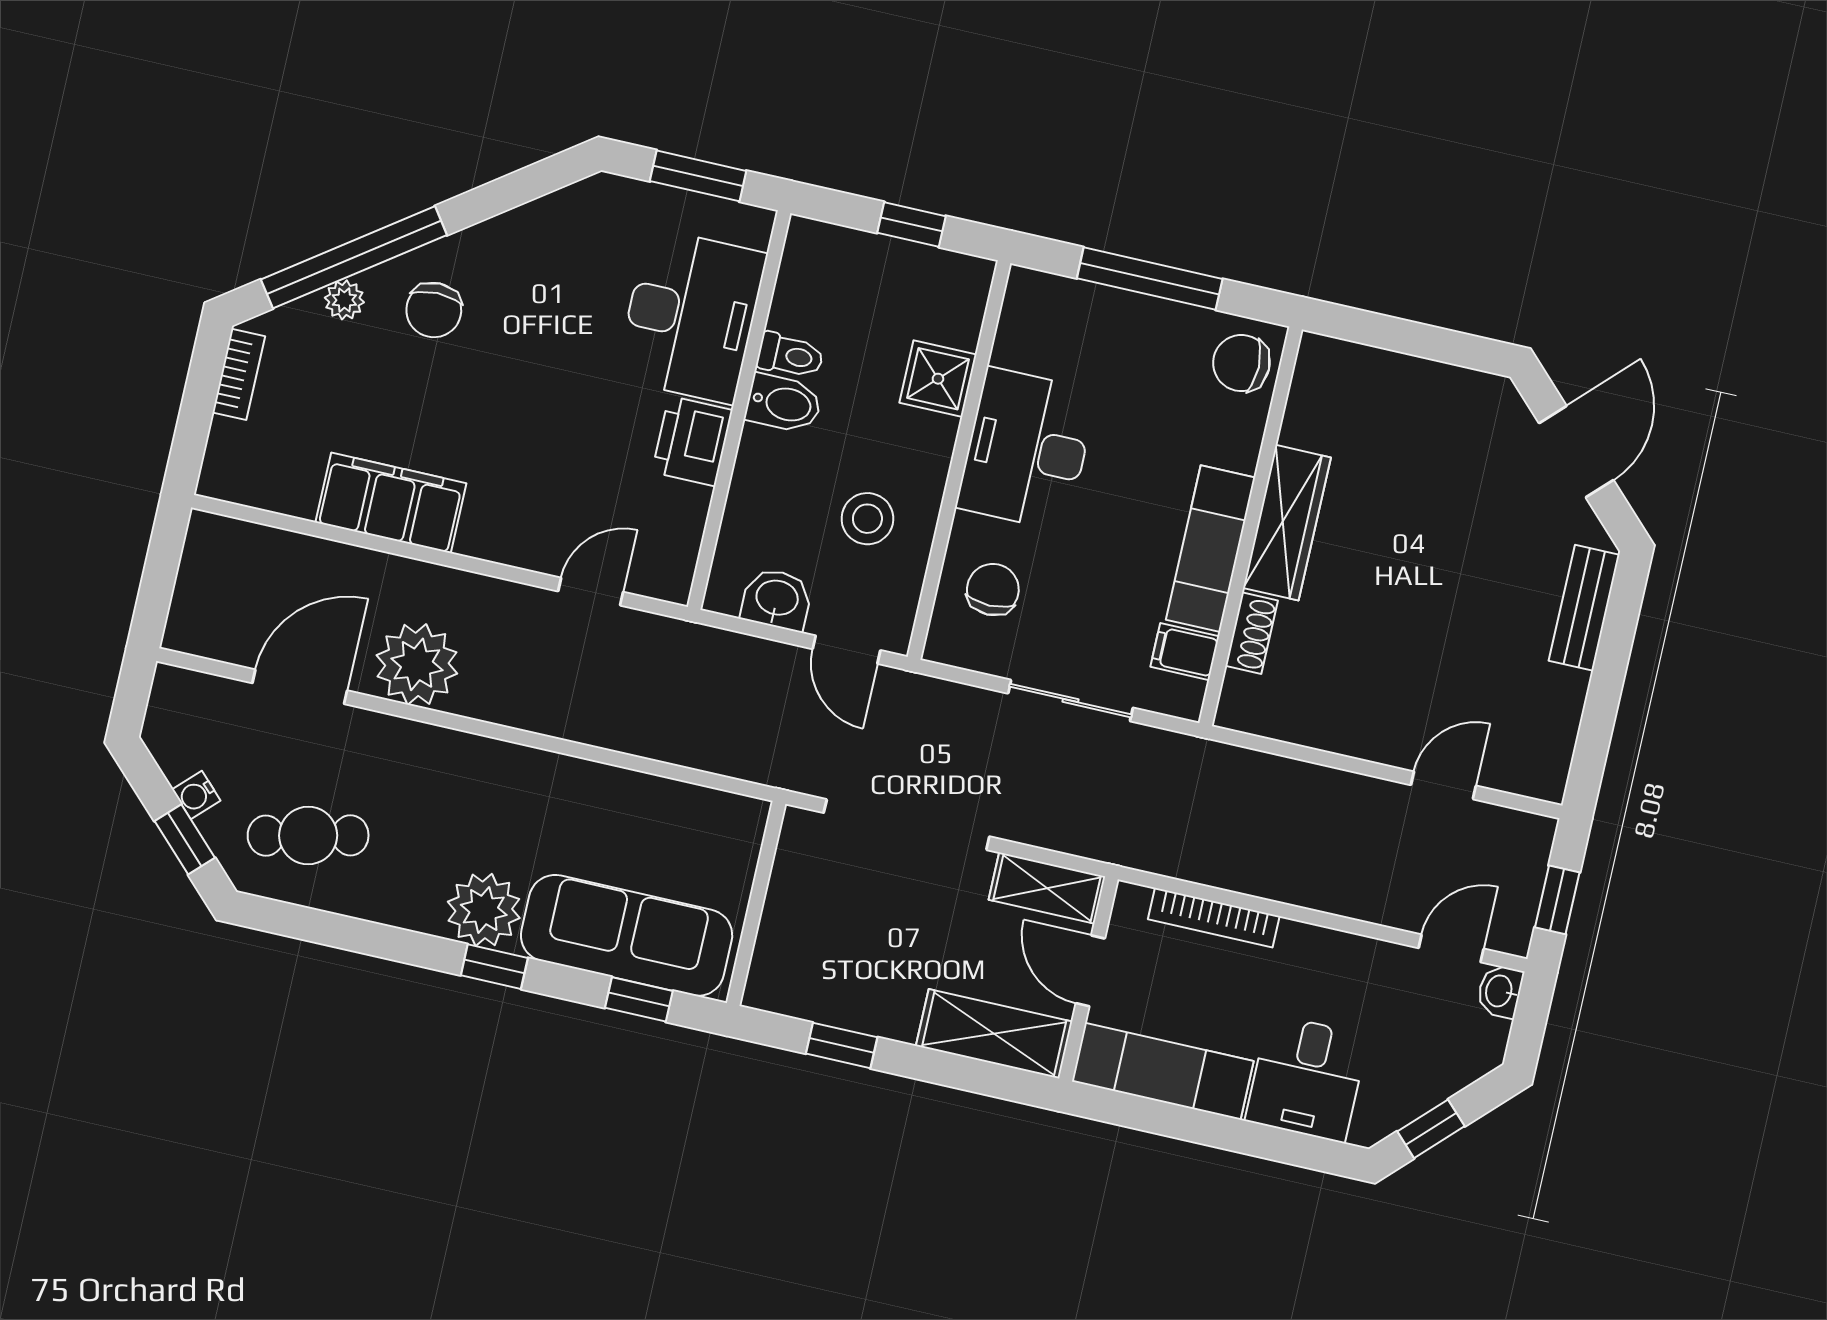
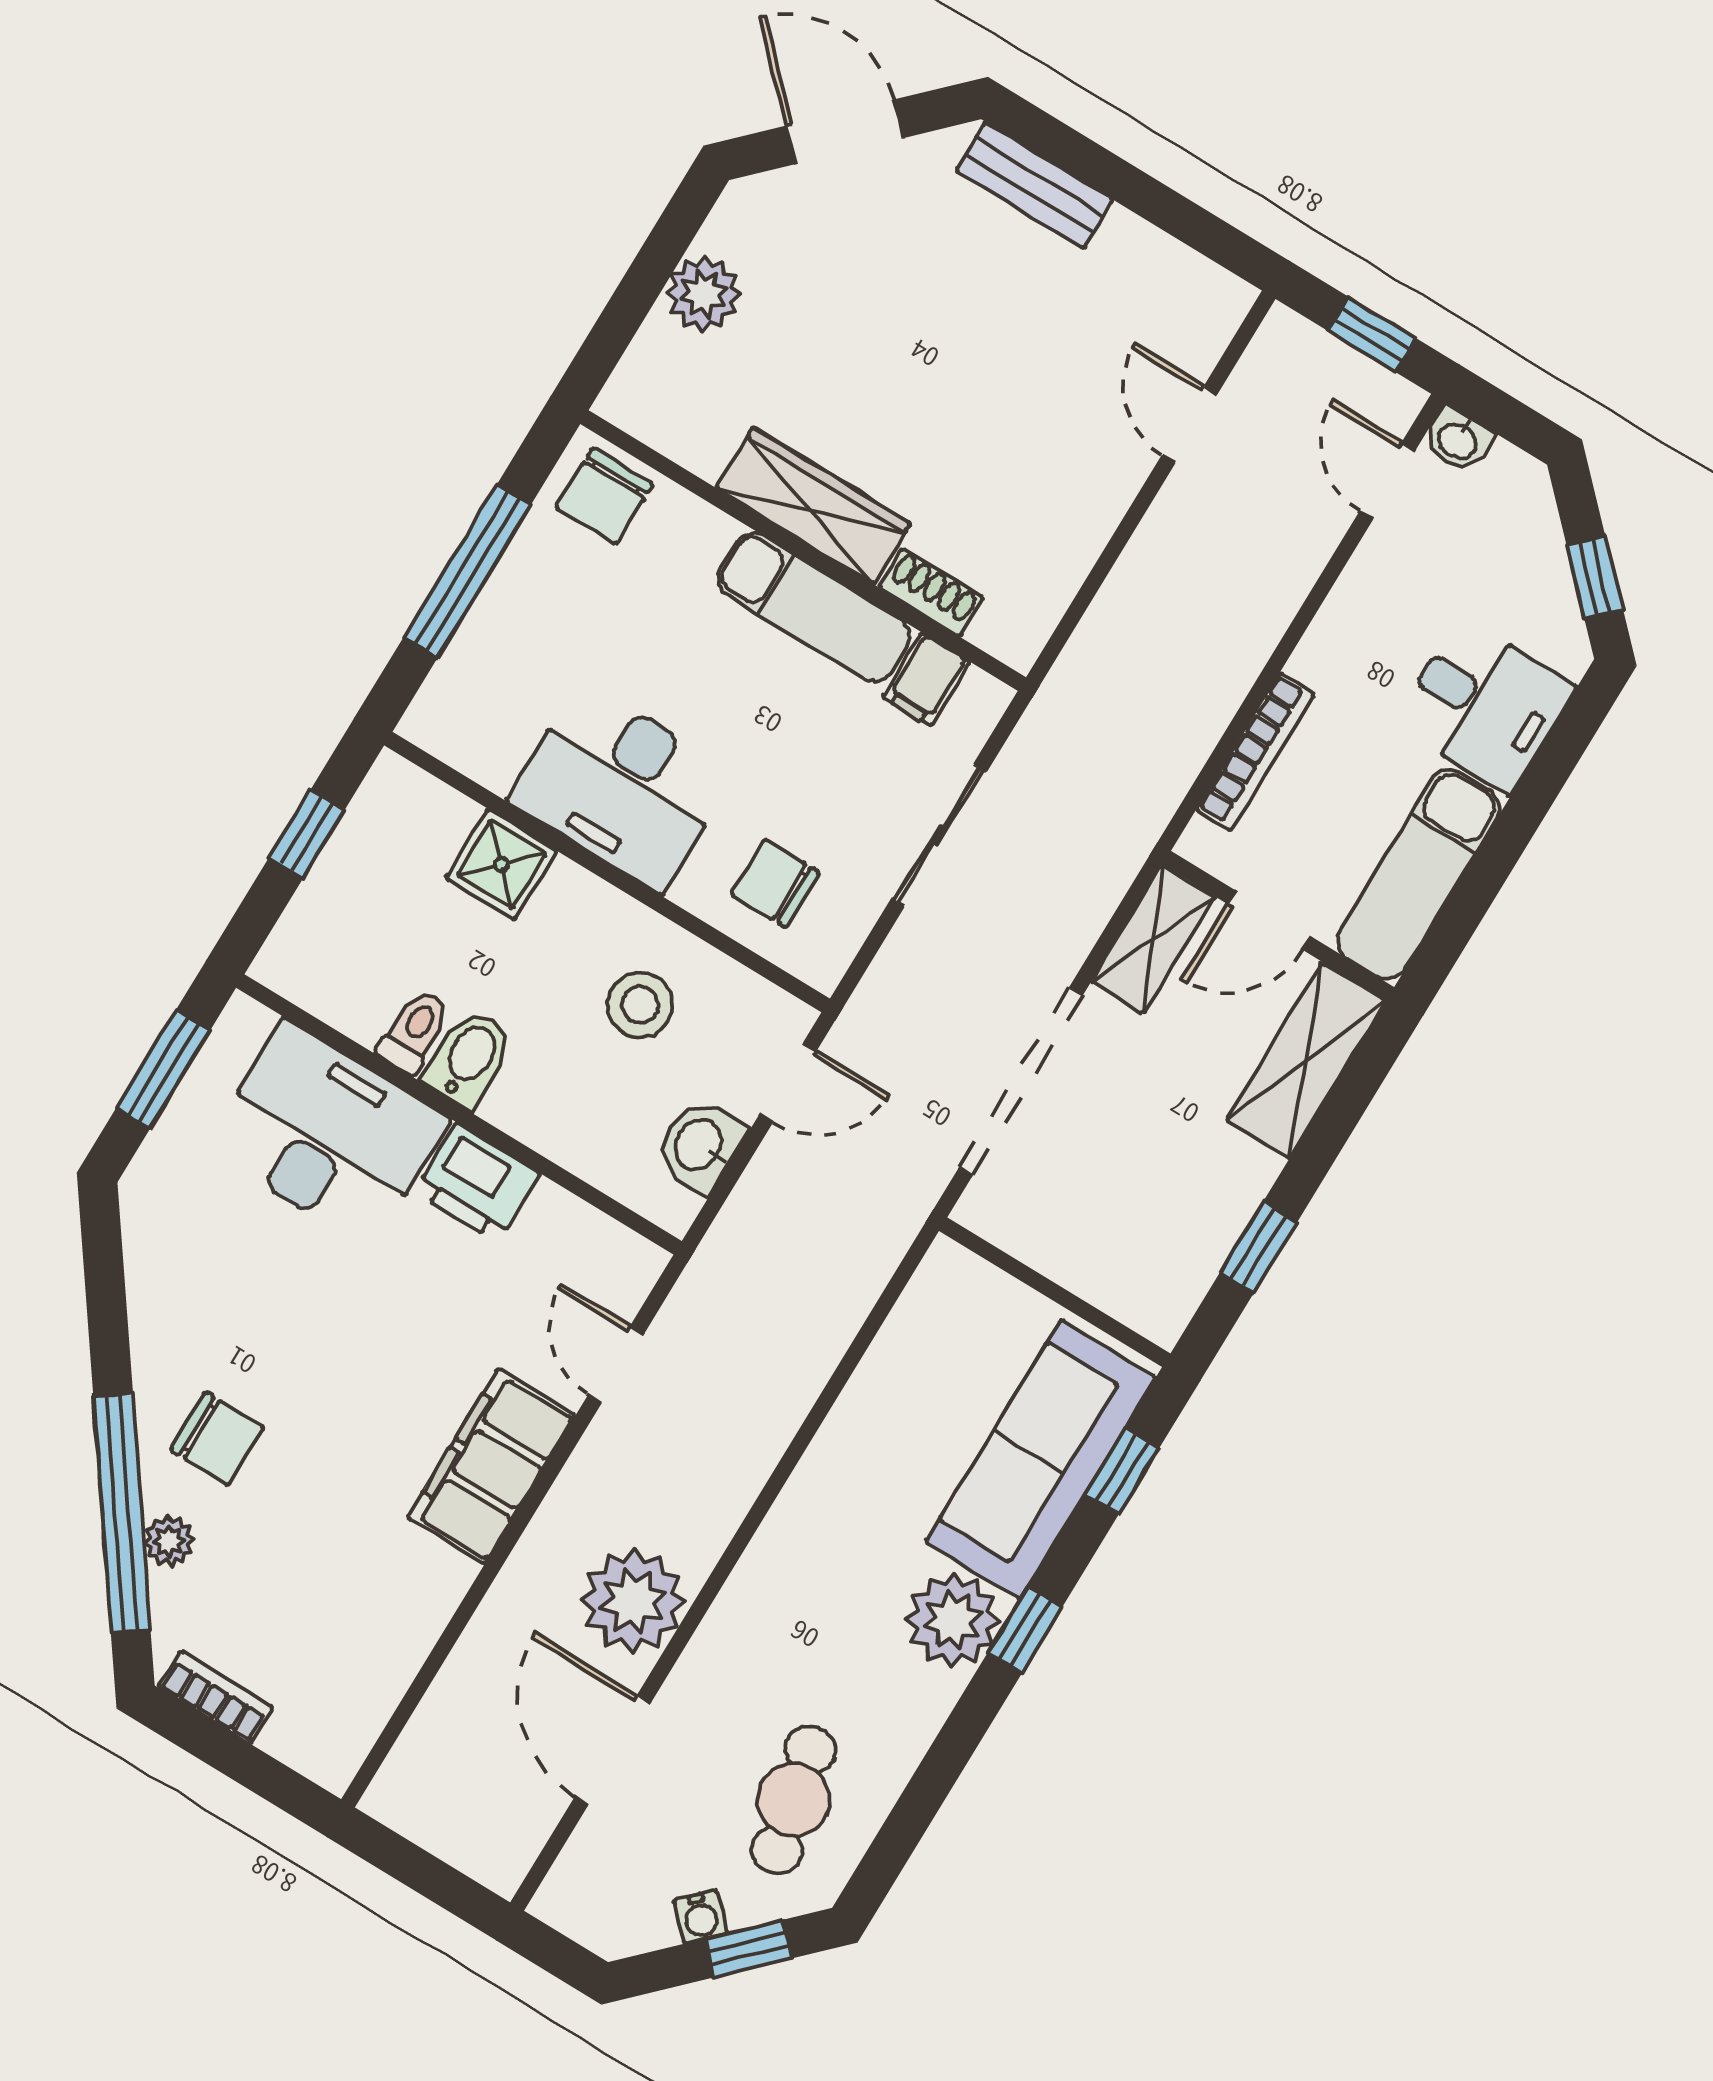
plant: (1418, 386) -> (703, 294), added
filing cabinet: (391, 503) -> (491, 1466), moved

